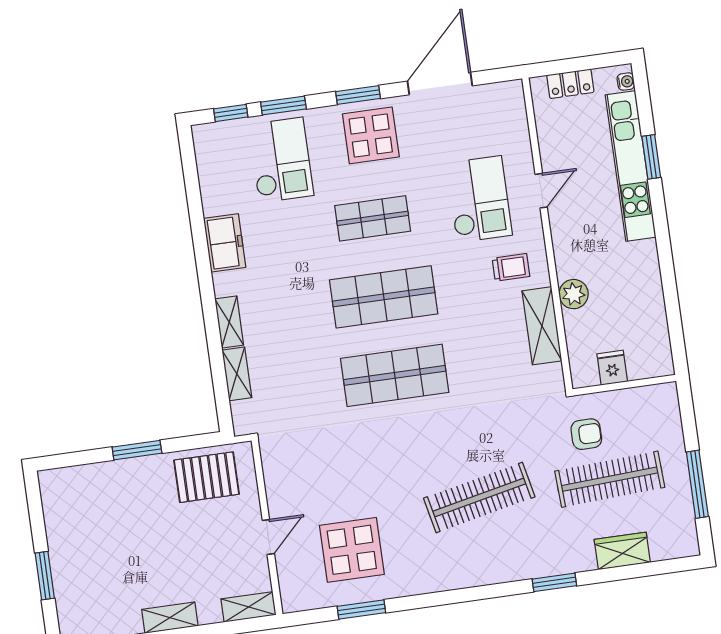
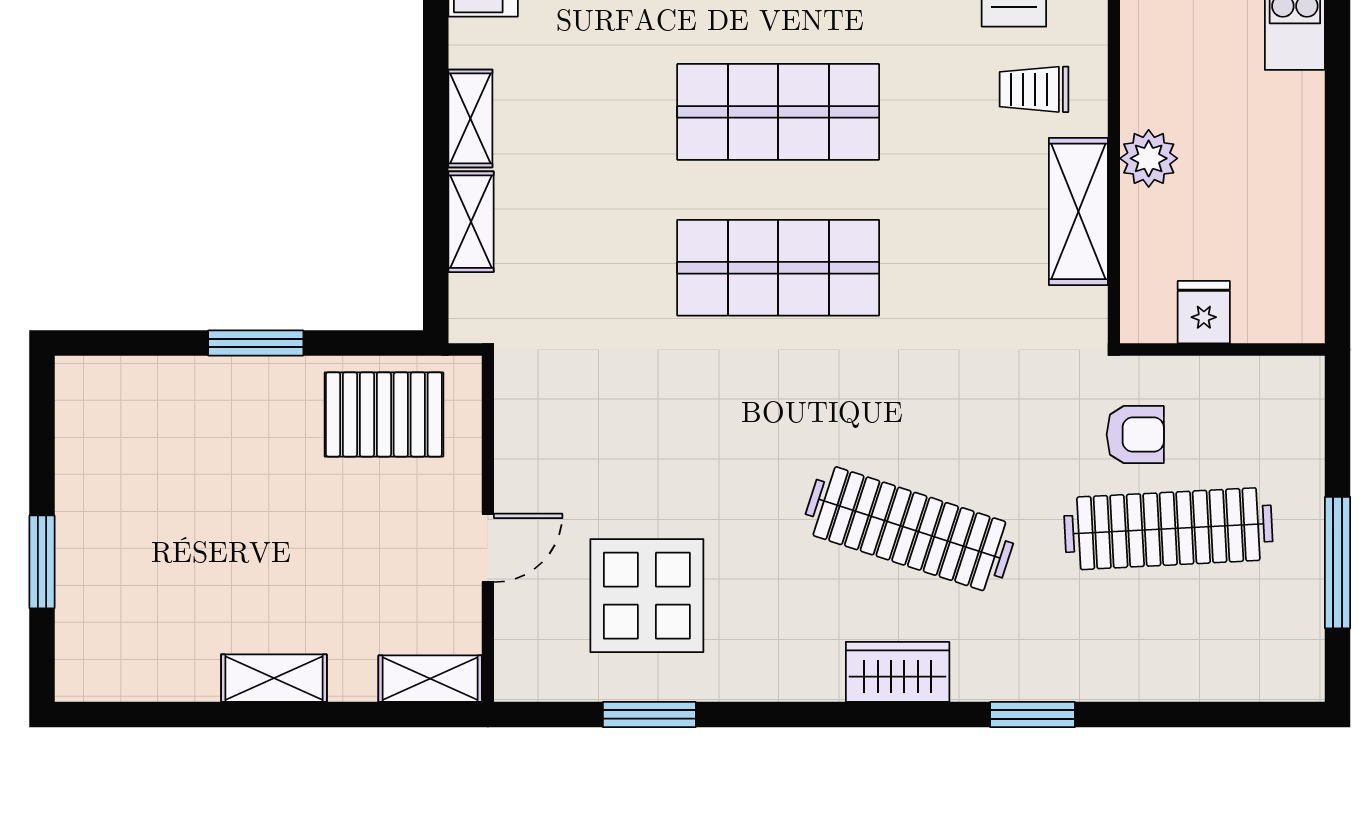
trolley: (511, 267) -> (1034, 89), turned 180
clothes rail: (479, 498) -> (909, 529), turned 30
wardrobe: (622, 551) -> (898, 672), moved

